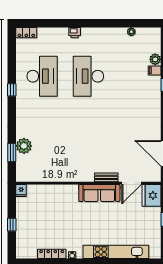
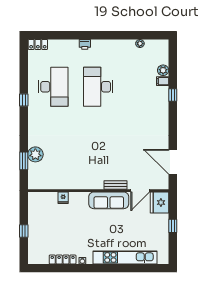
fridge: (21, 190) -> (63, 198), moved

